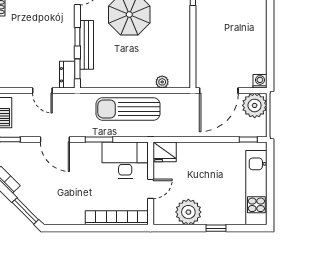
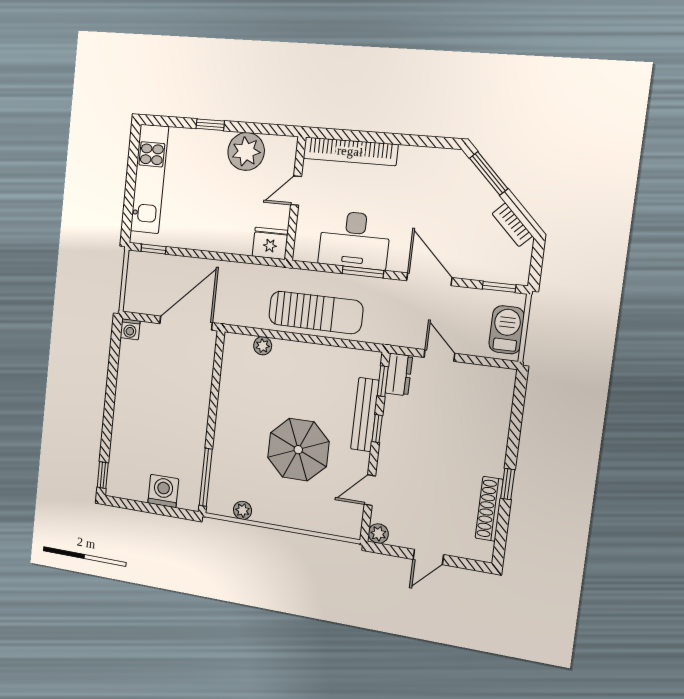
plant: (255, 105) -> (140, 296), removed
desk: (125, 160) -> (354, 240), moved

